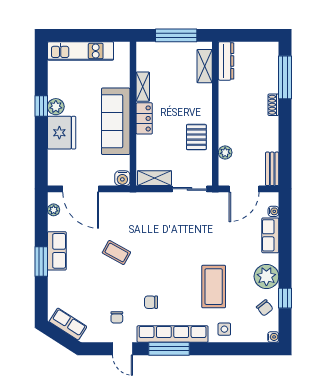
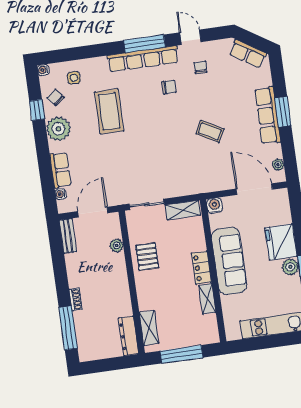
row of seats: (57, 251) -> (268, 115), width x1.48
side table: (224, 329) -> (74, 78), moved

